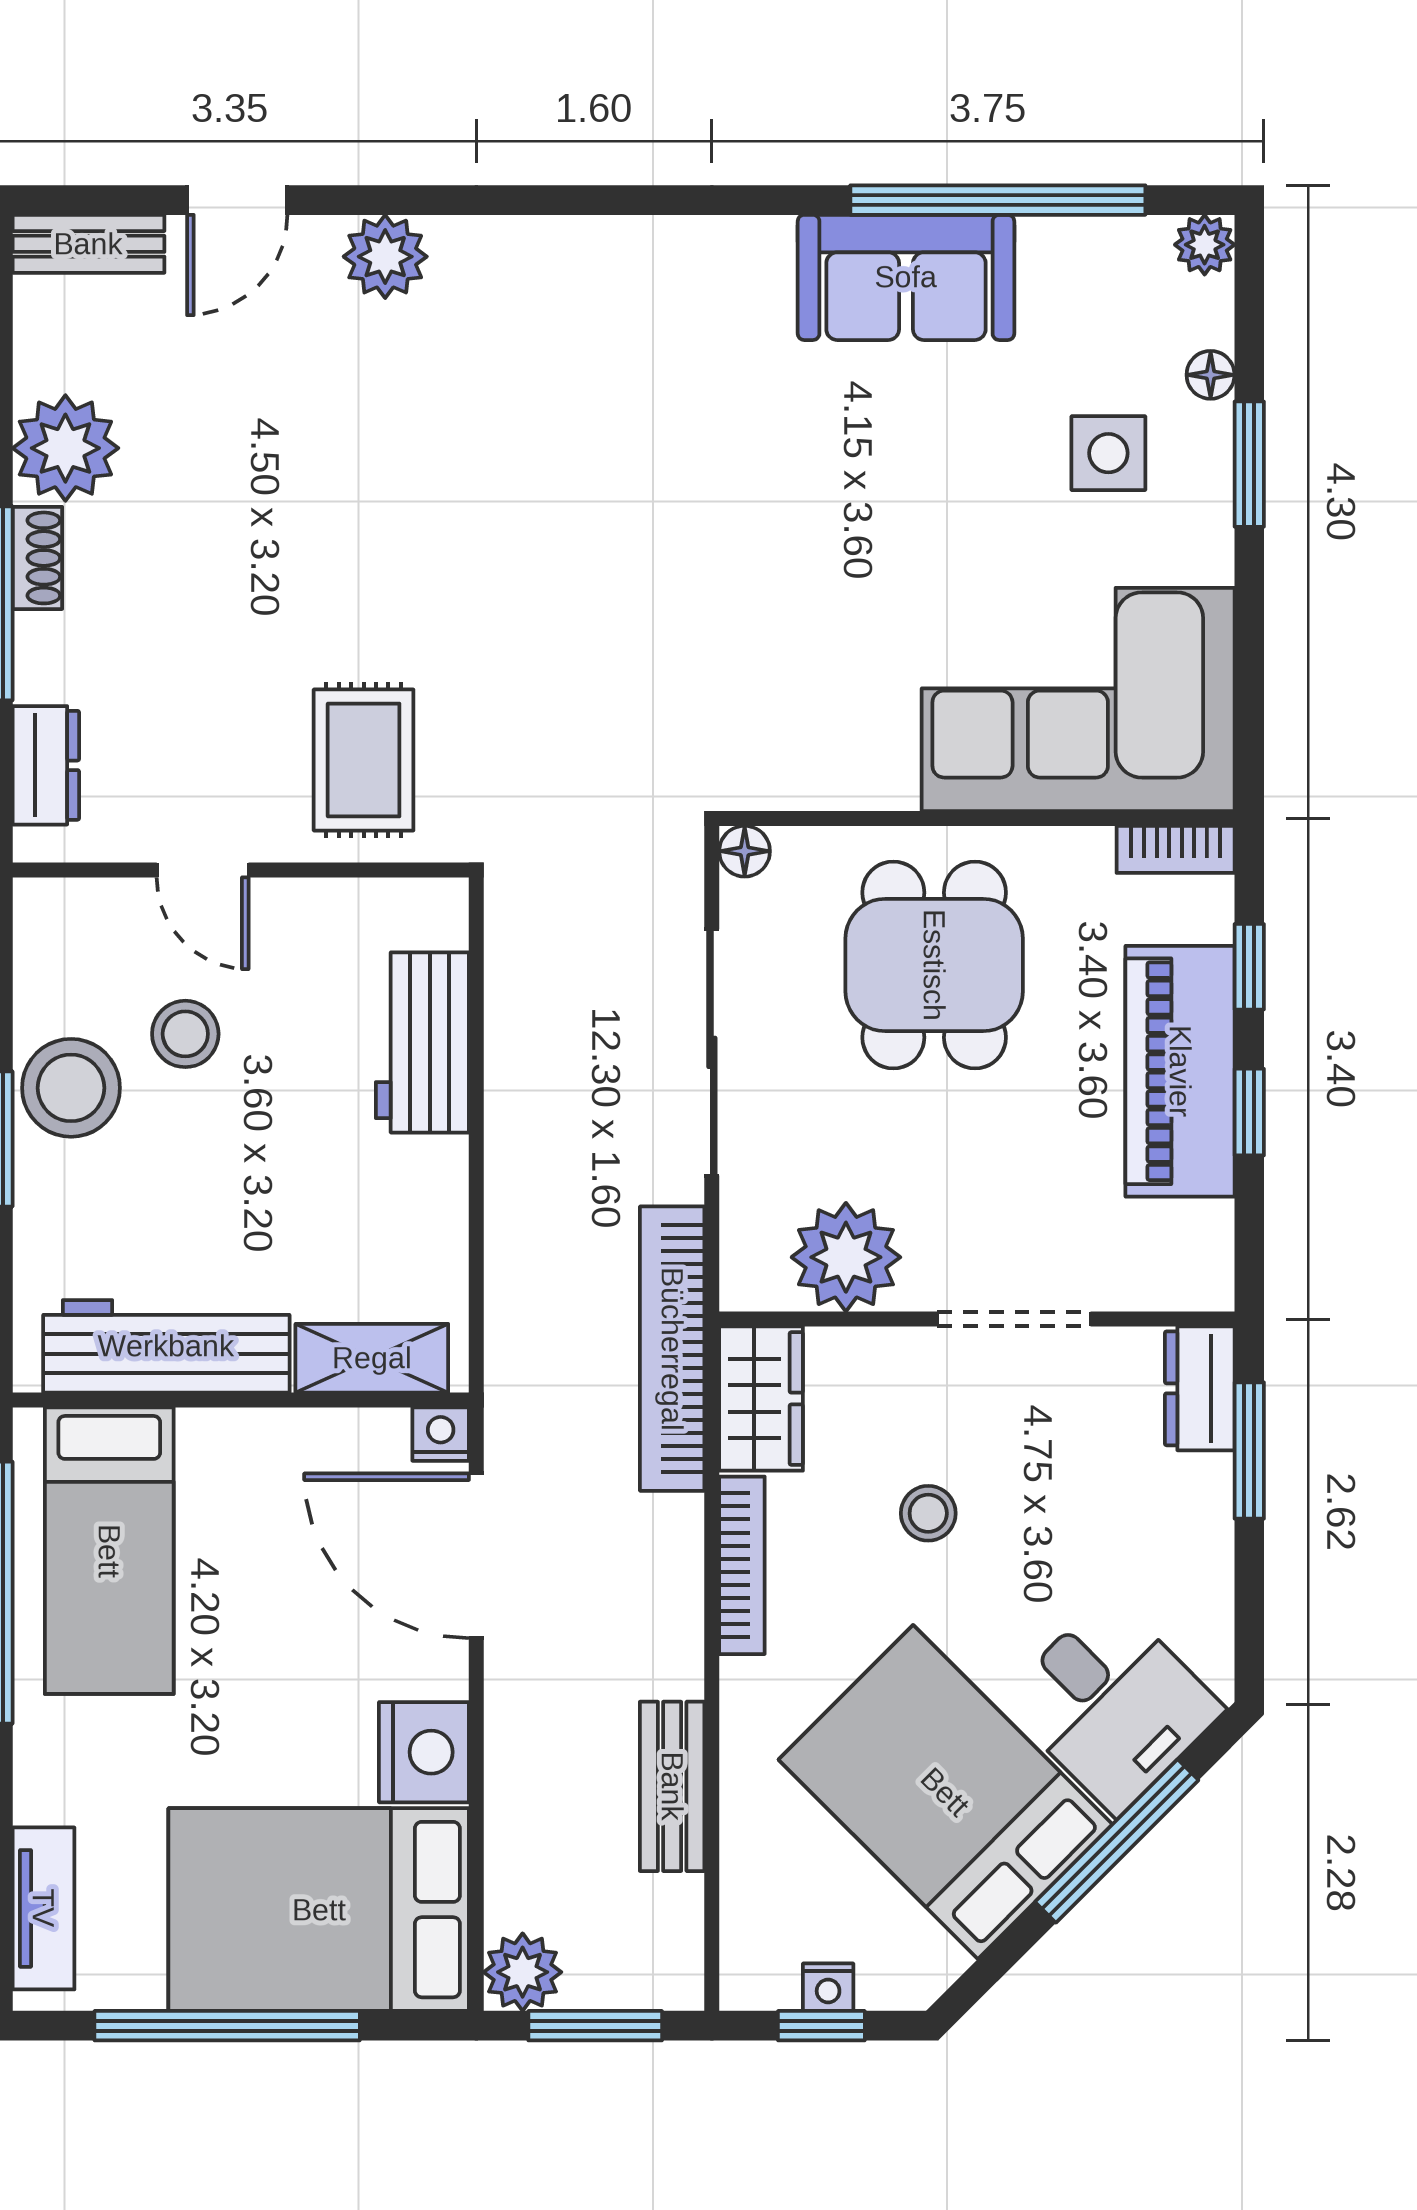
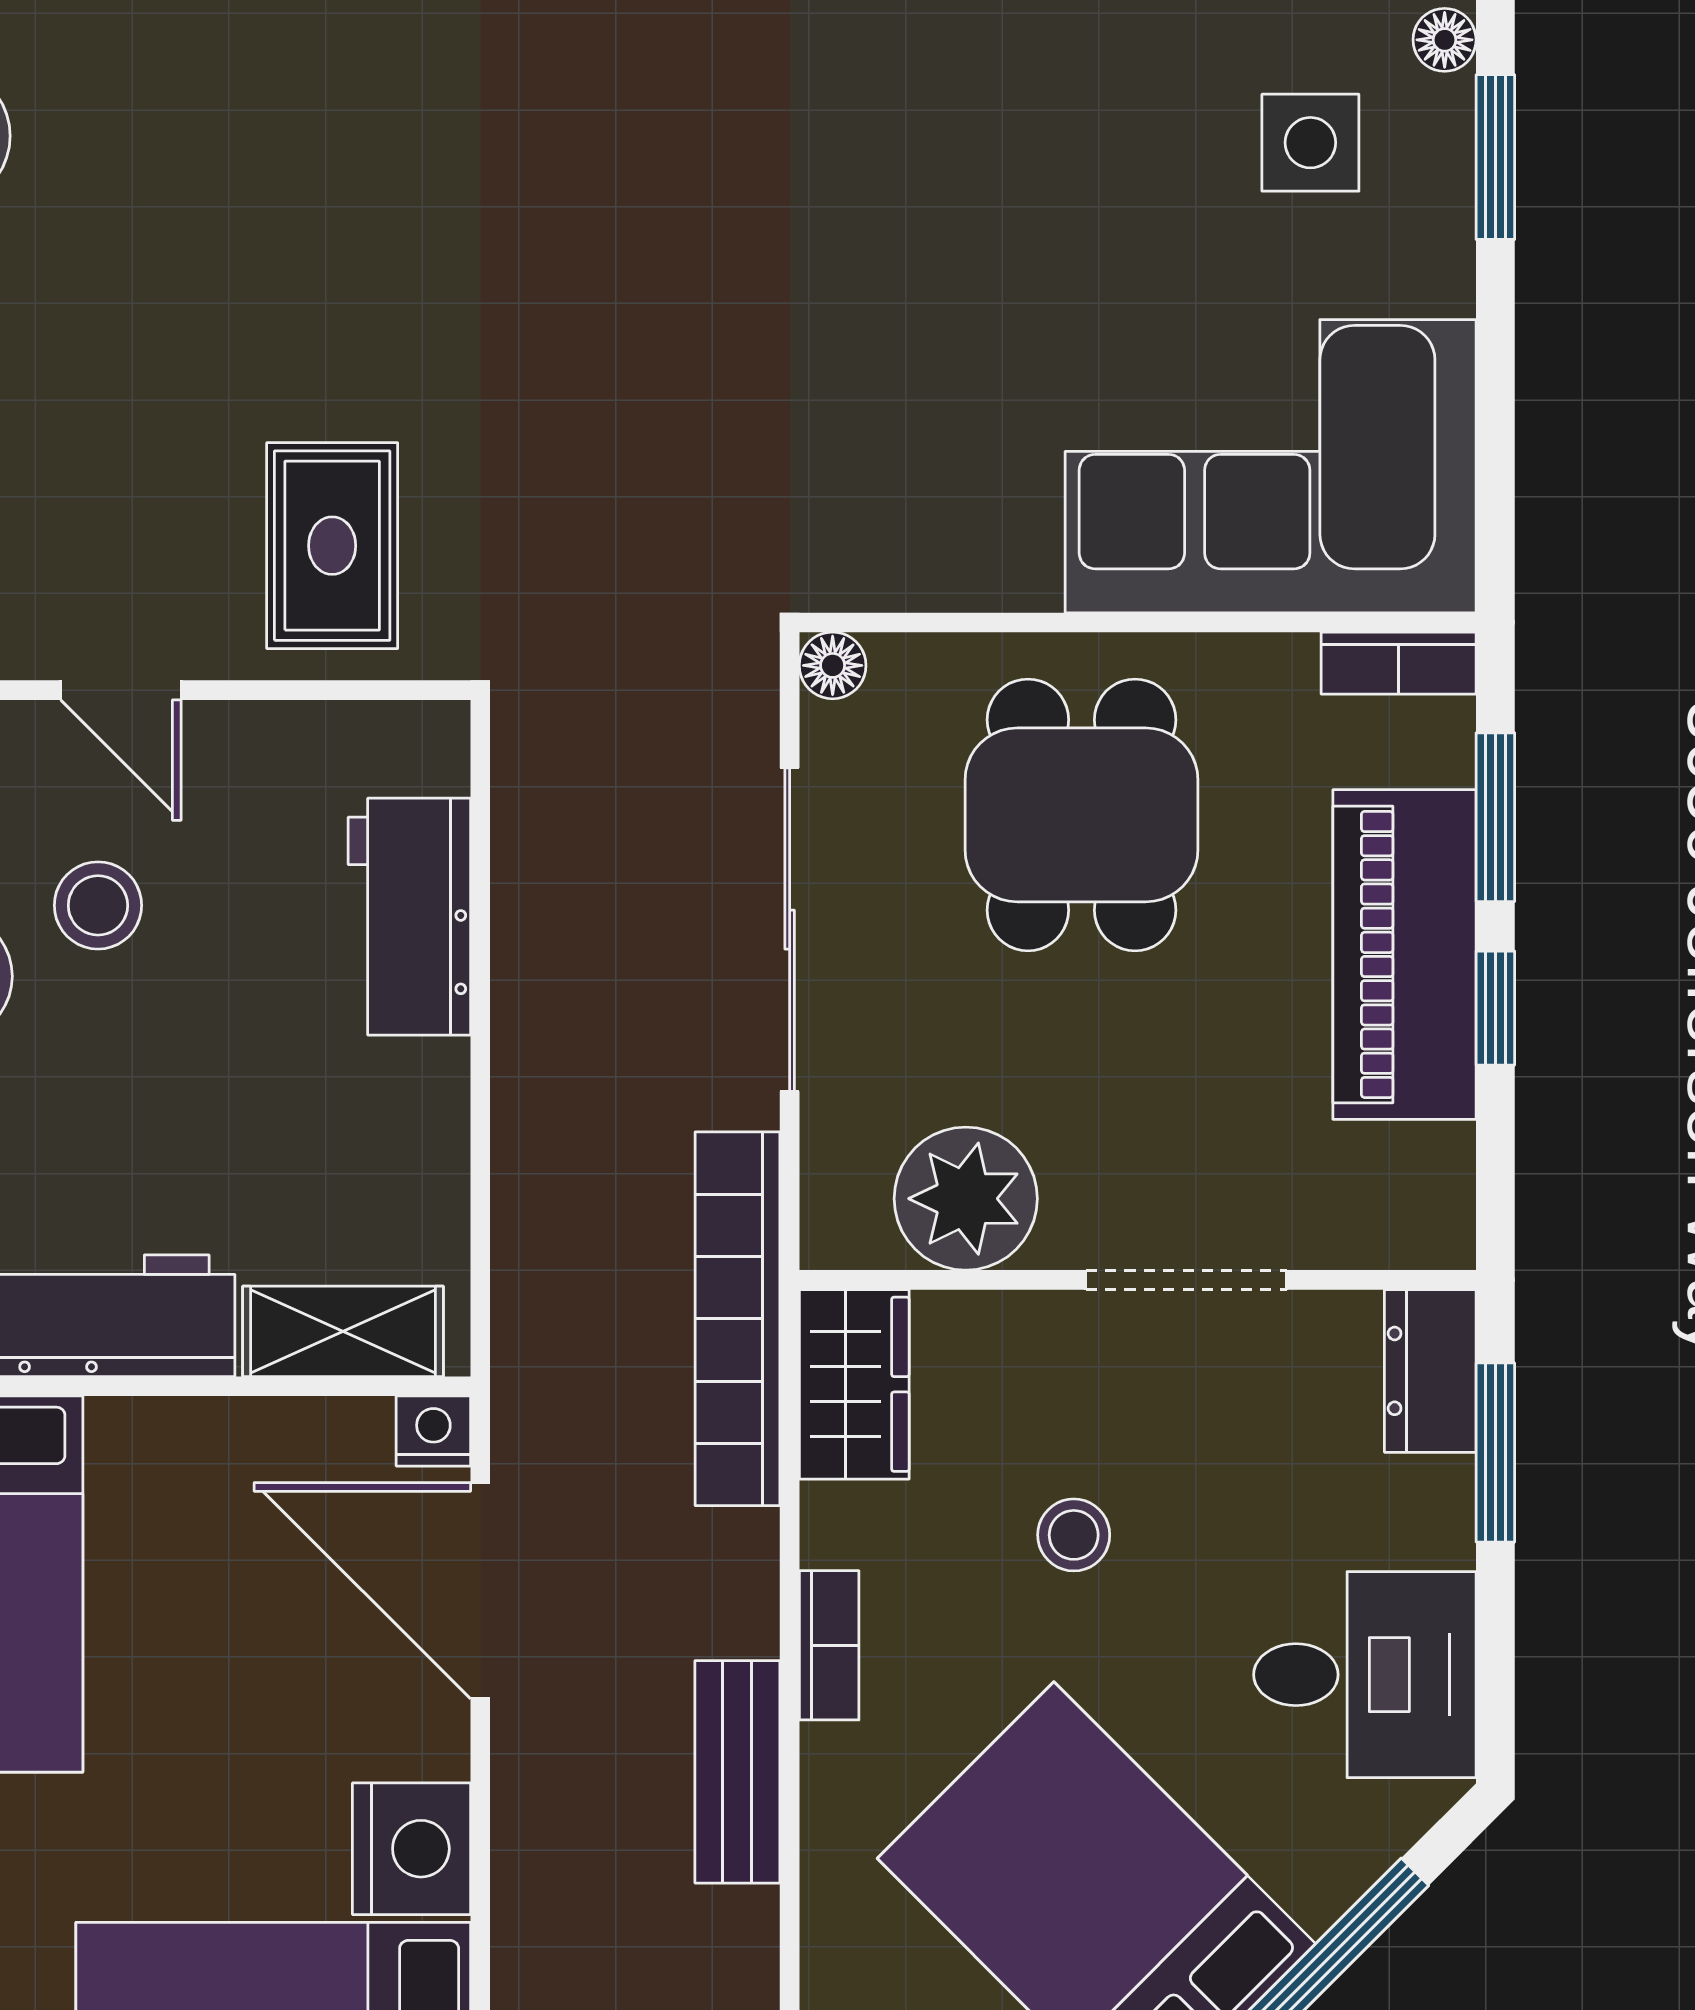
window: (1249, 967) -> (1495, 817), width x1.50
bookcase: (742, 1565) -> (829, 1645), width x0.64
desk: (1112, 1705) -> (1365, 1675), moved, turned -45
bench: (672, 1786) -> (737, 1772), moved

